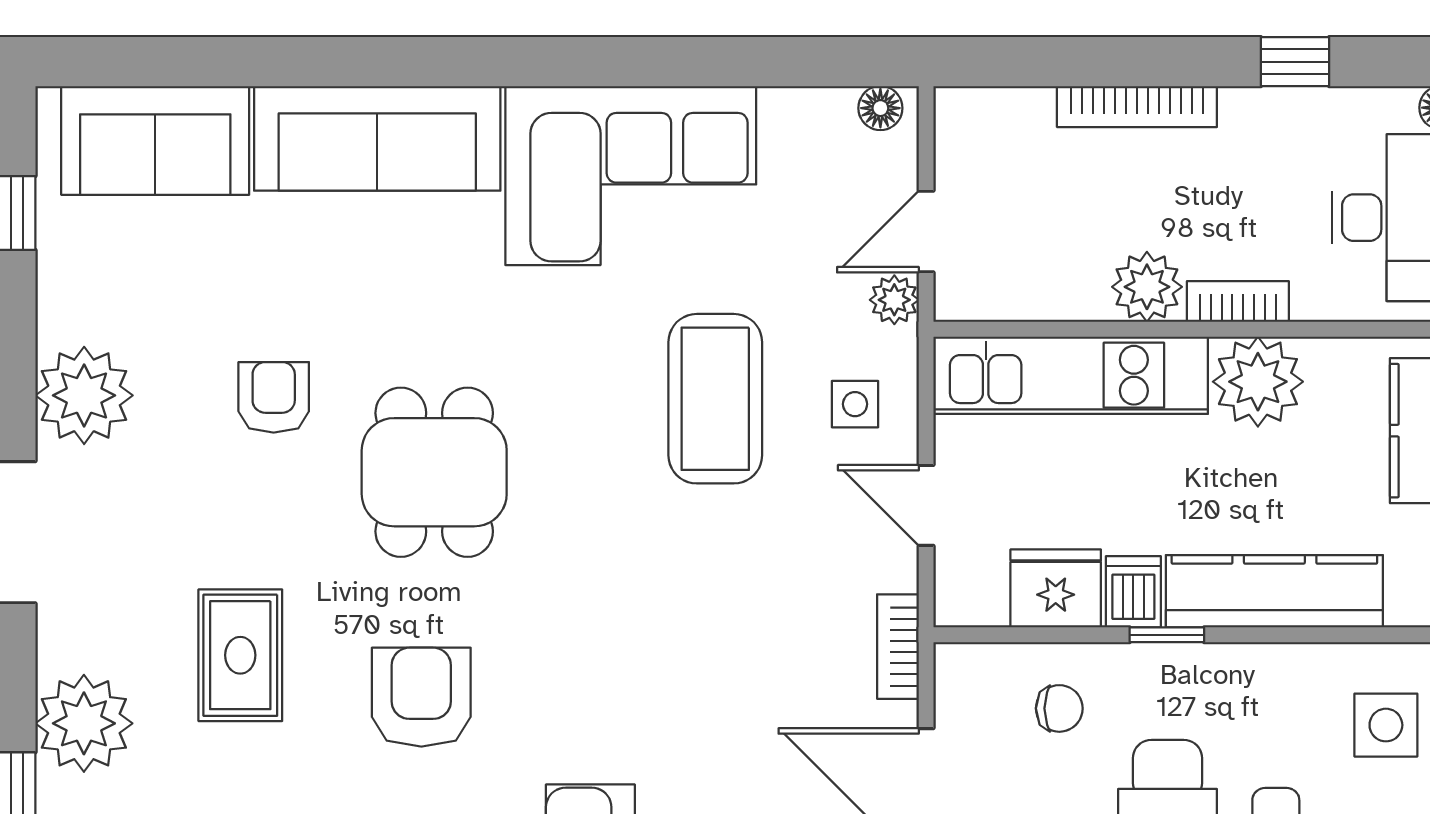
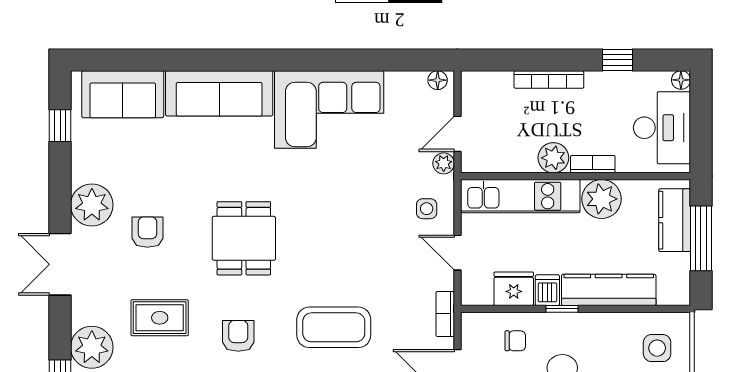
armchair: (274, 397) -> (147, 232), moved
coffee table: (715, 399) -> (334, 327), moved, turned 90
rug: (240, 655) -> (160, 318), turned 90
armchair: (421, 697) -> (238, 336), width x0.72, depth x0.72

